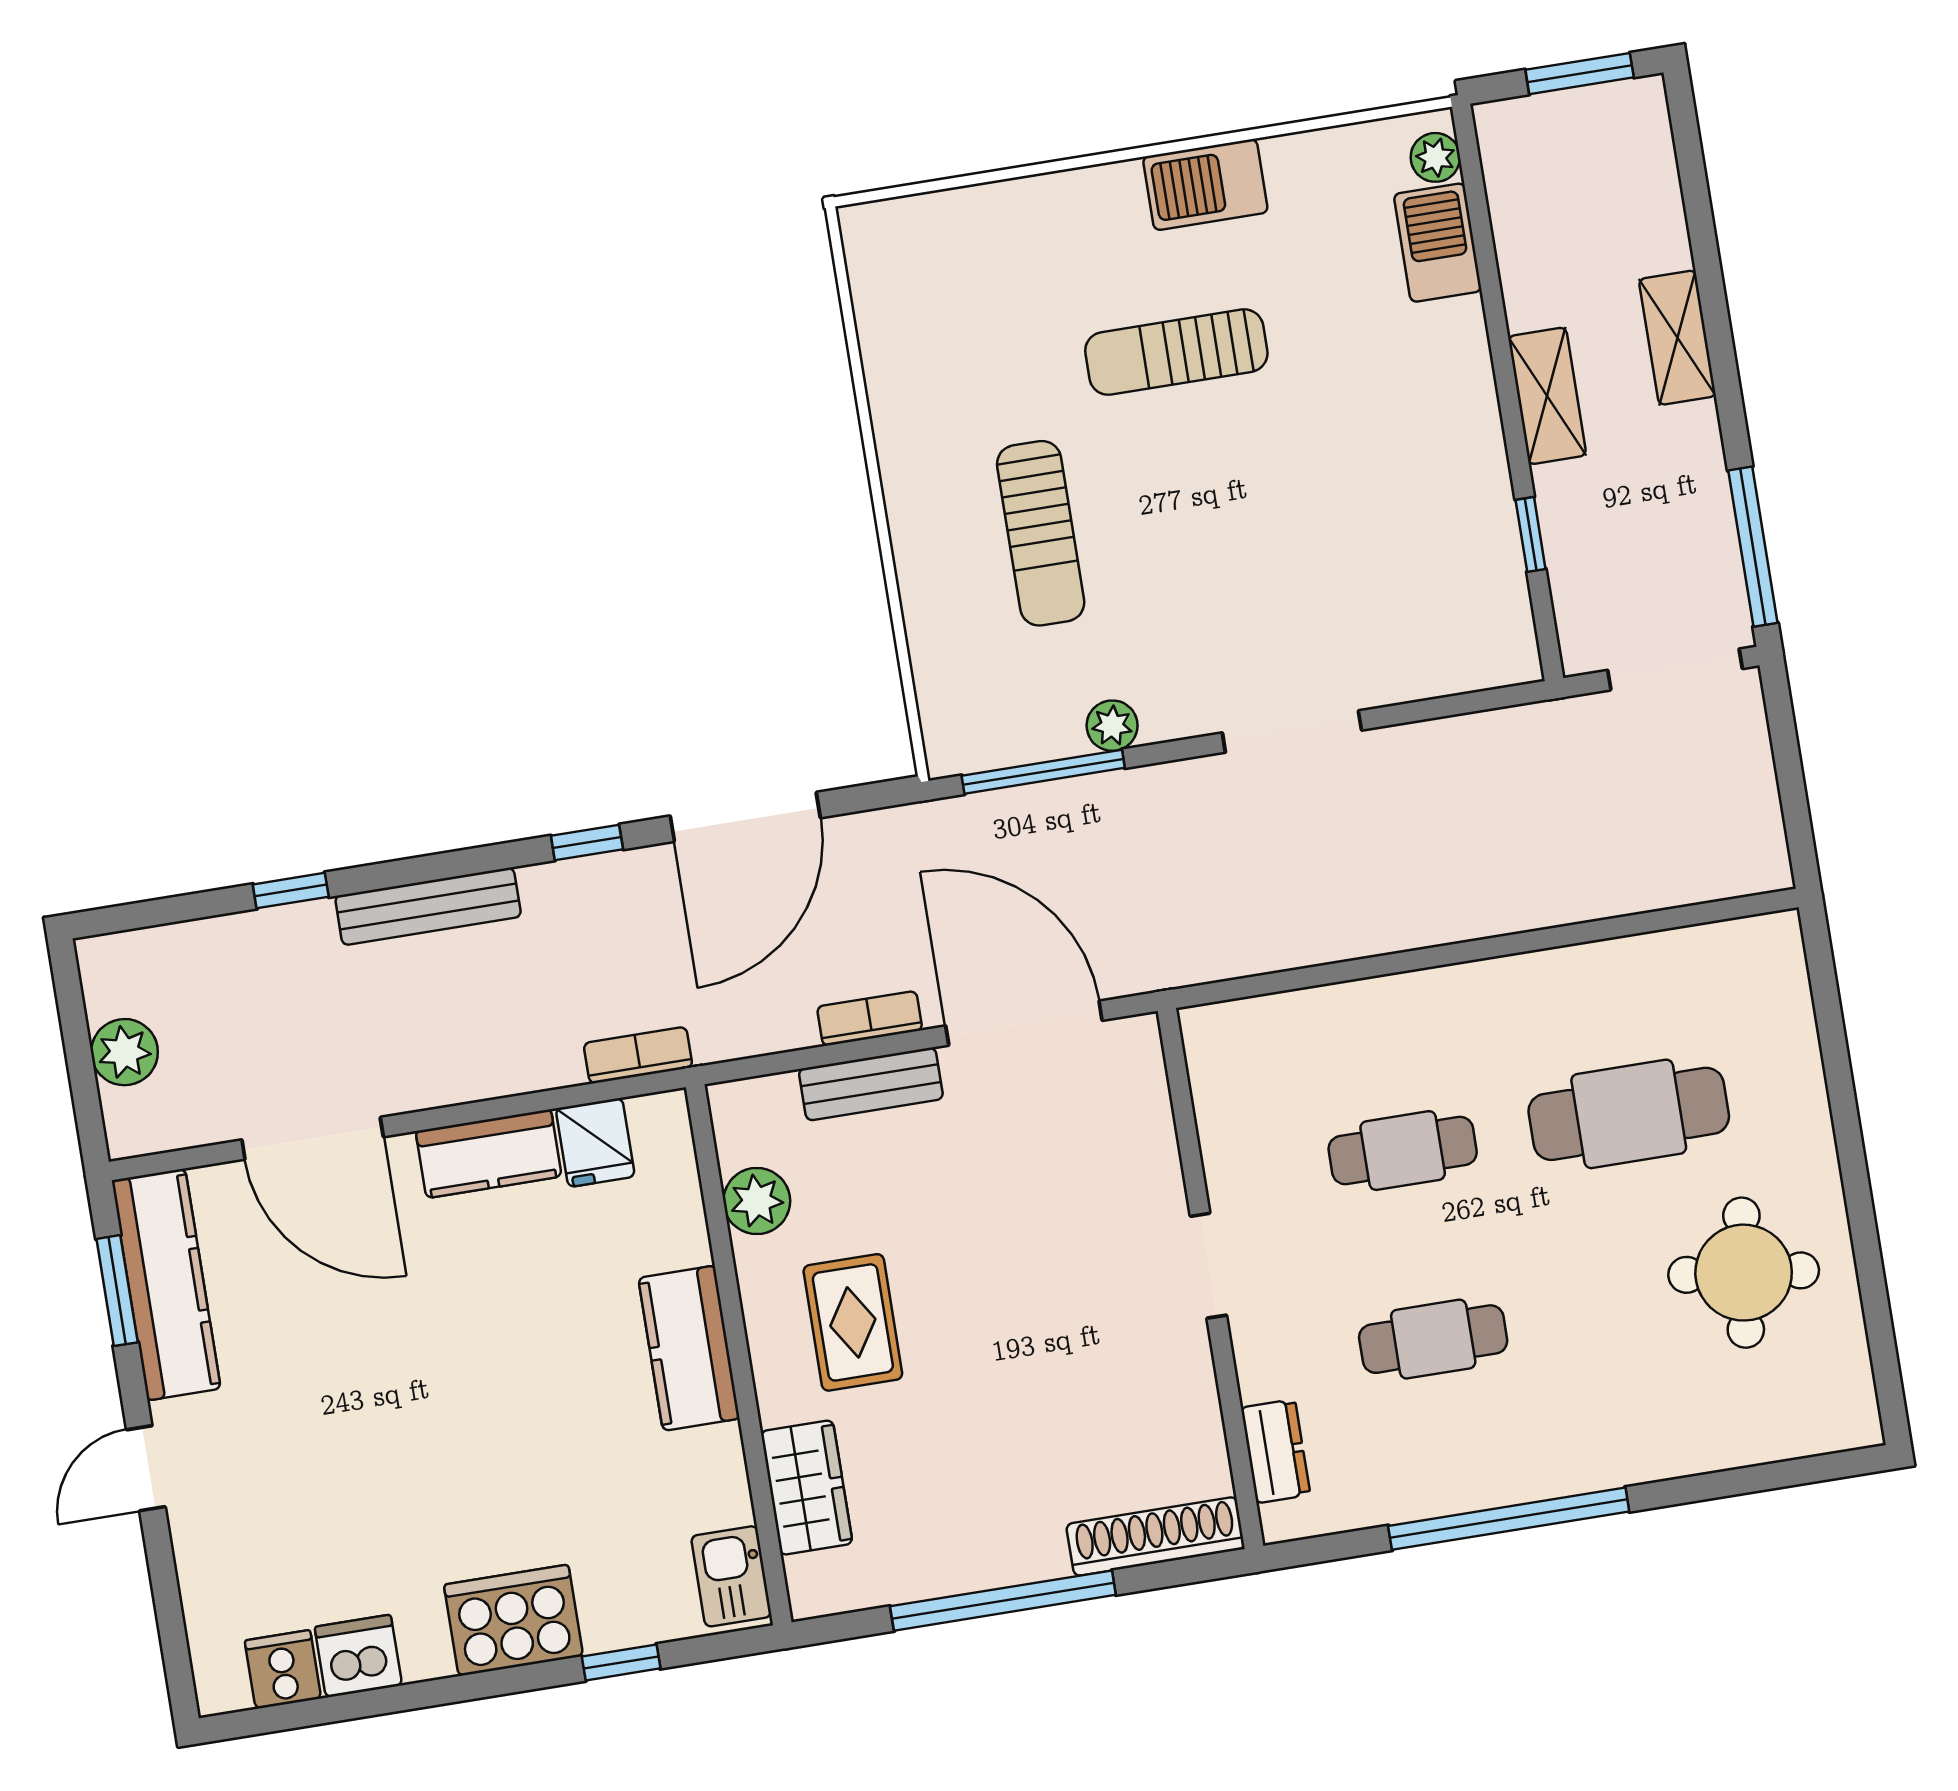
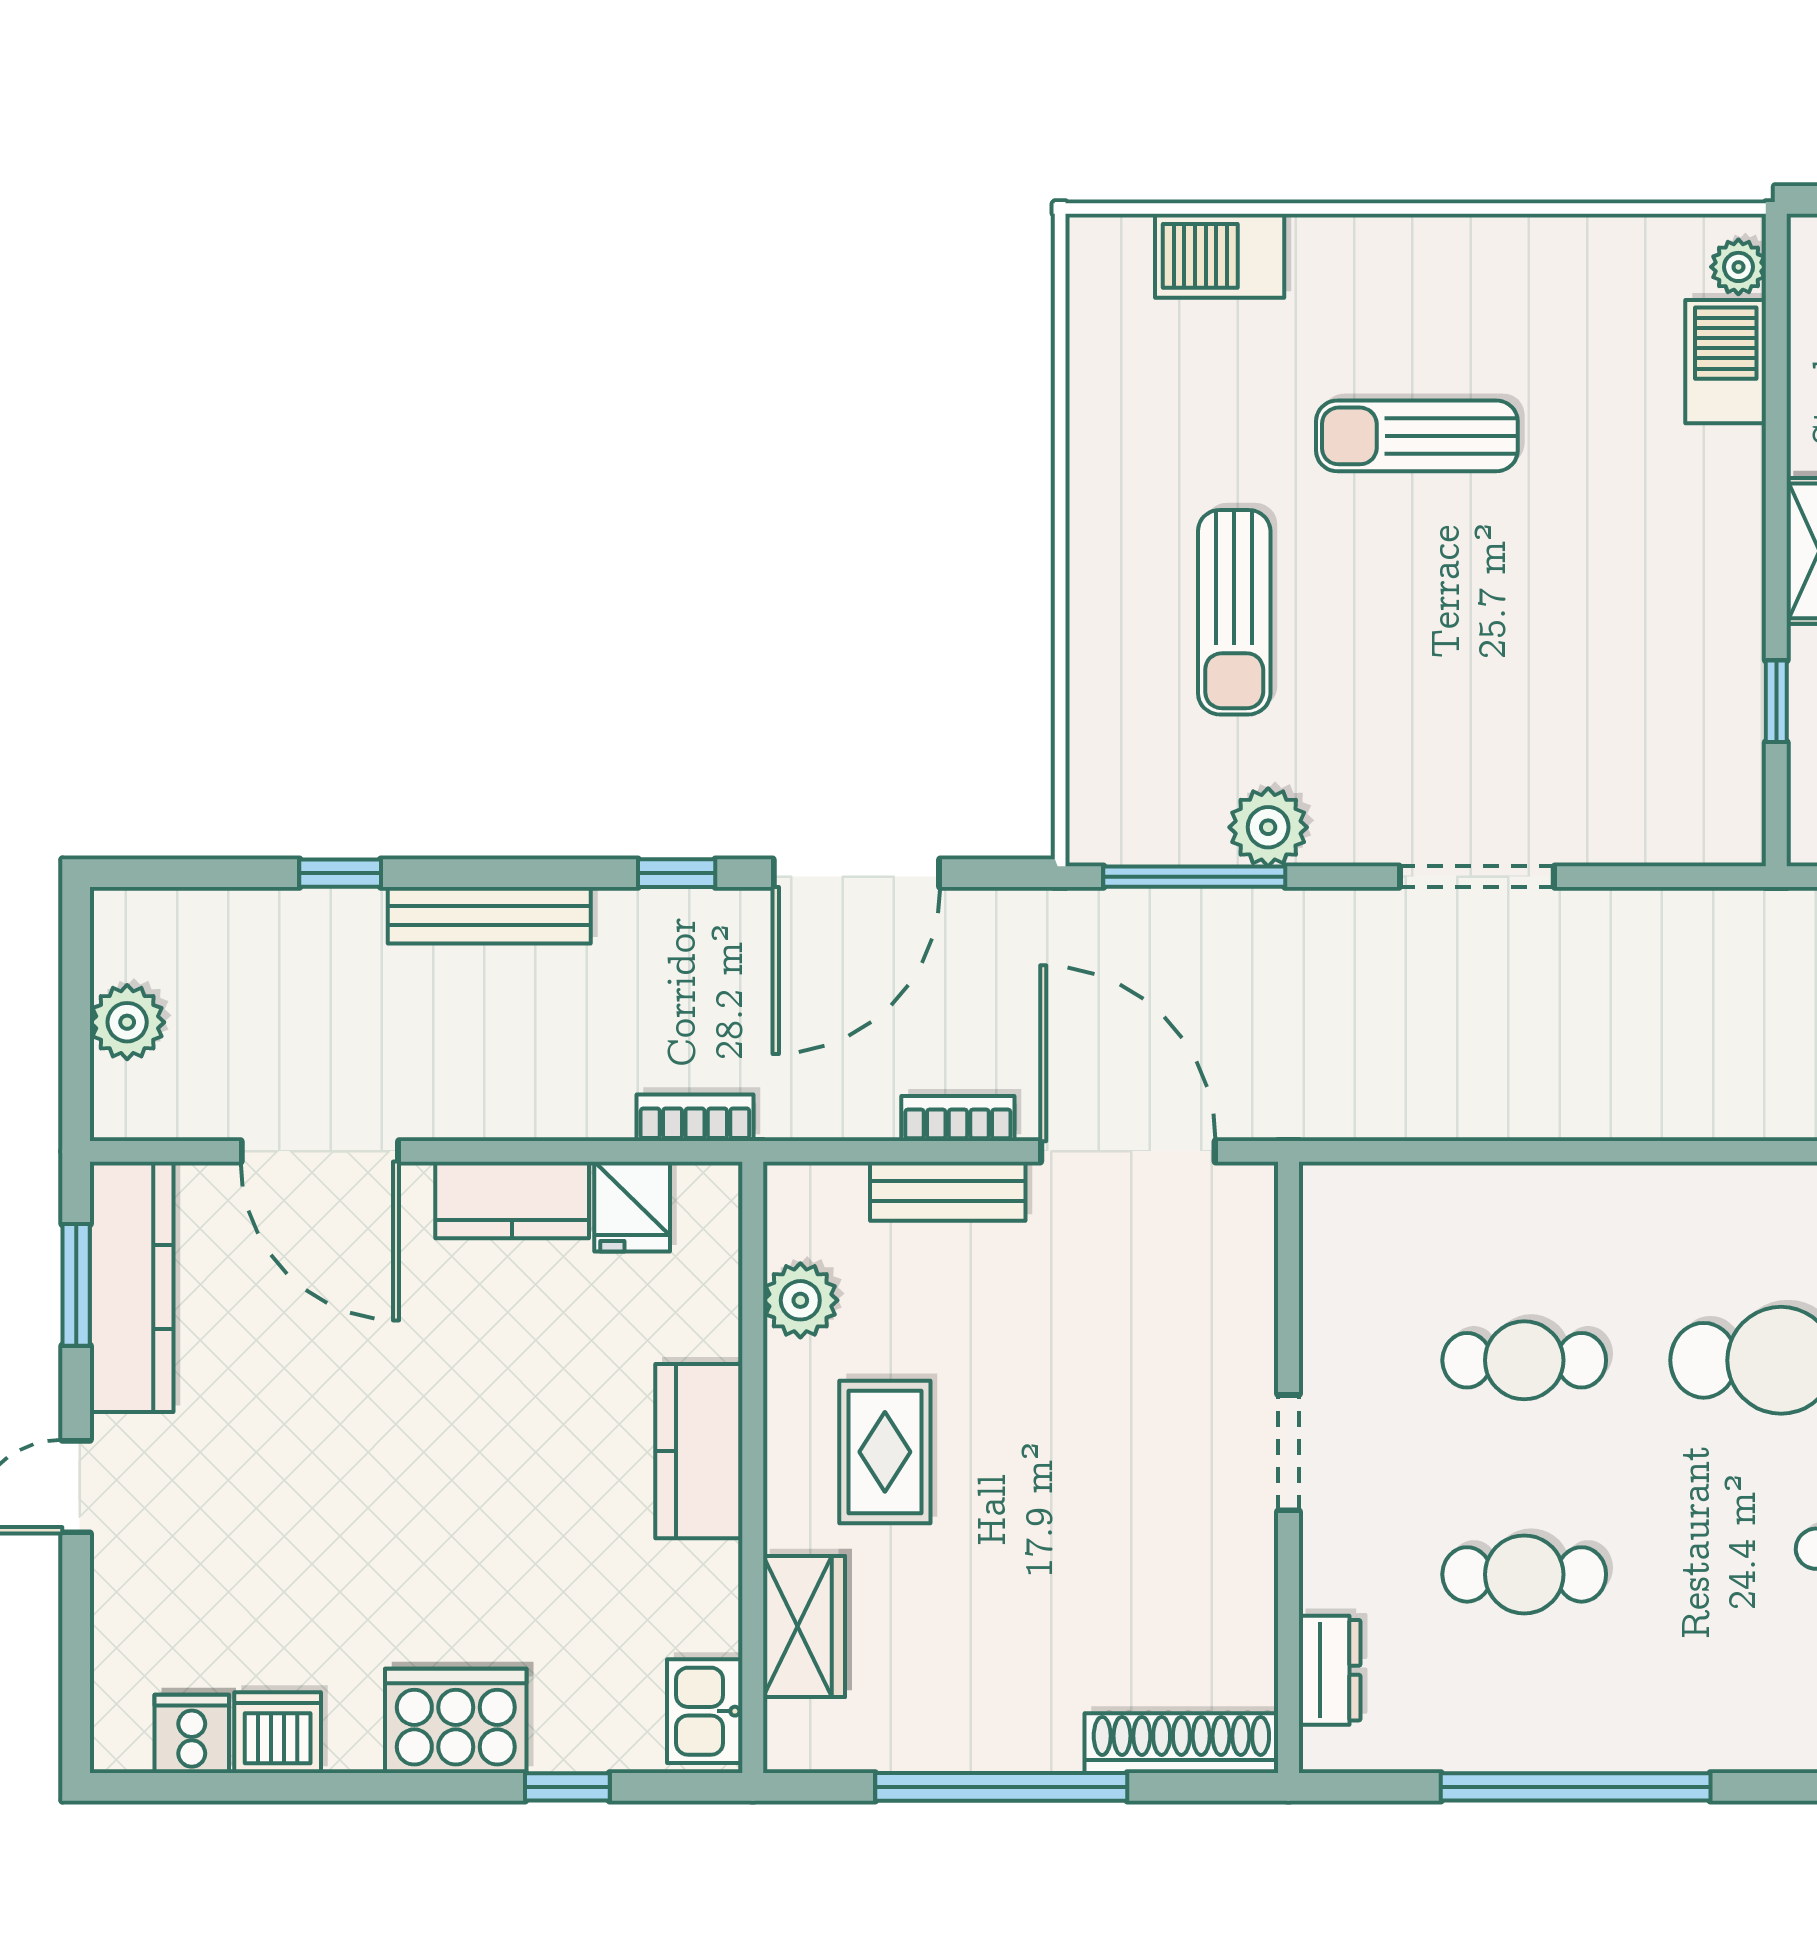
barbecue: (1205, 185) -> (1220, 256), moved
plant: (1112, 726) -> (1268, 827), width x1.38, depth x1.38

